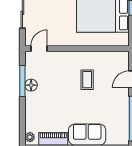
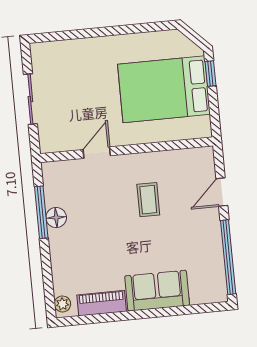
door: (39, 49) -> (97, 153), moved

